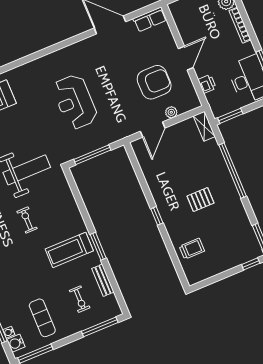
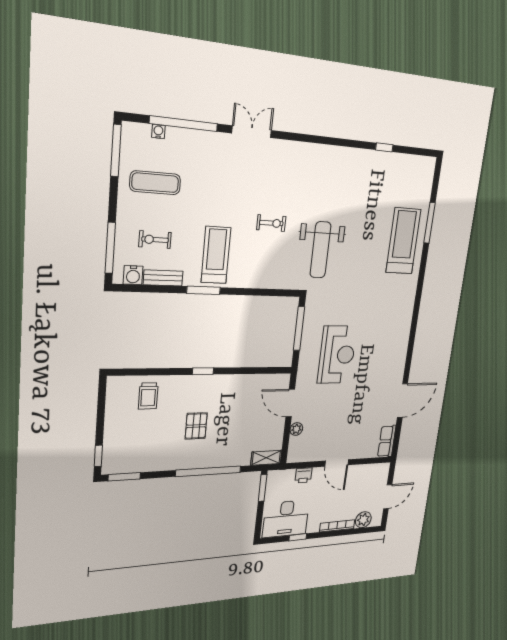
armchair: (154, 82) -> (332, 423), removed
reception desk: (75, 102) -> (337, 355), moved, turned 90
water cooler: (16, 343) -> (133, 275), moved, turned 180

